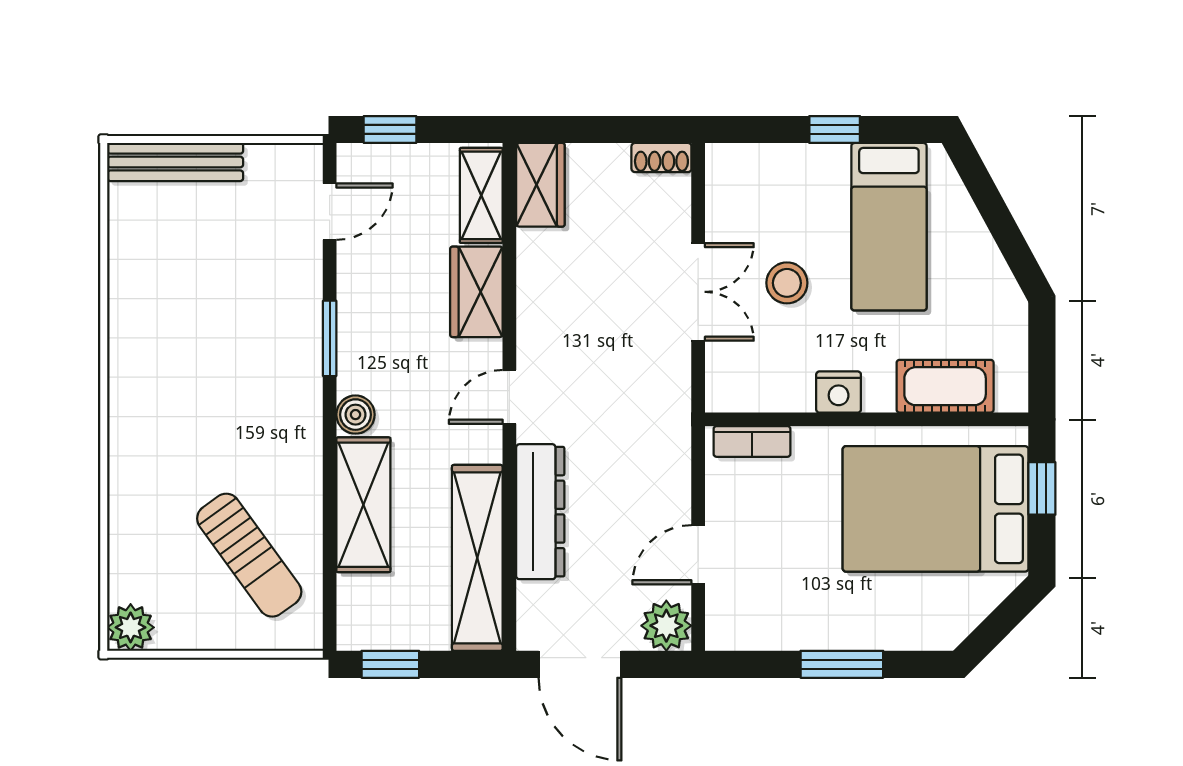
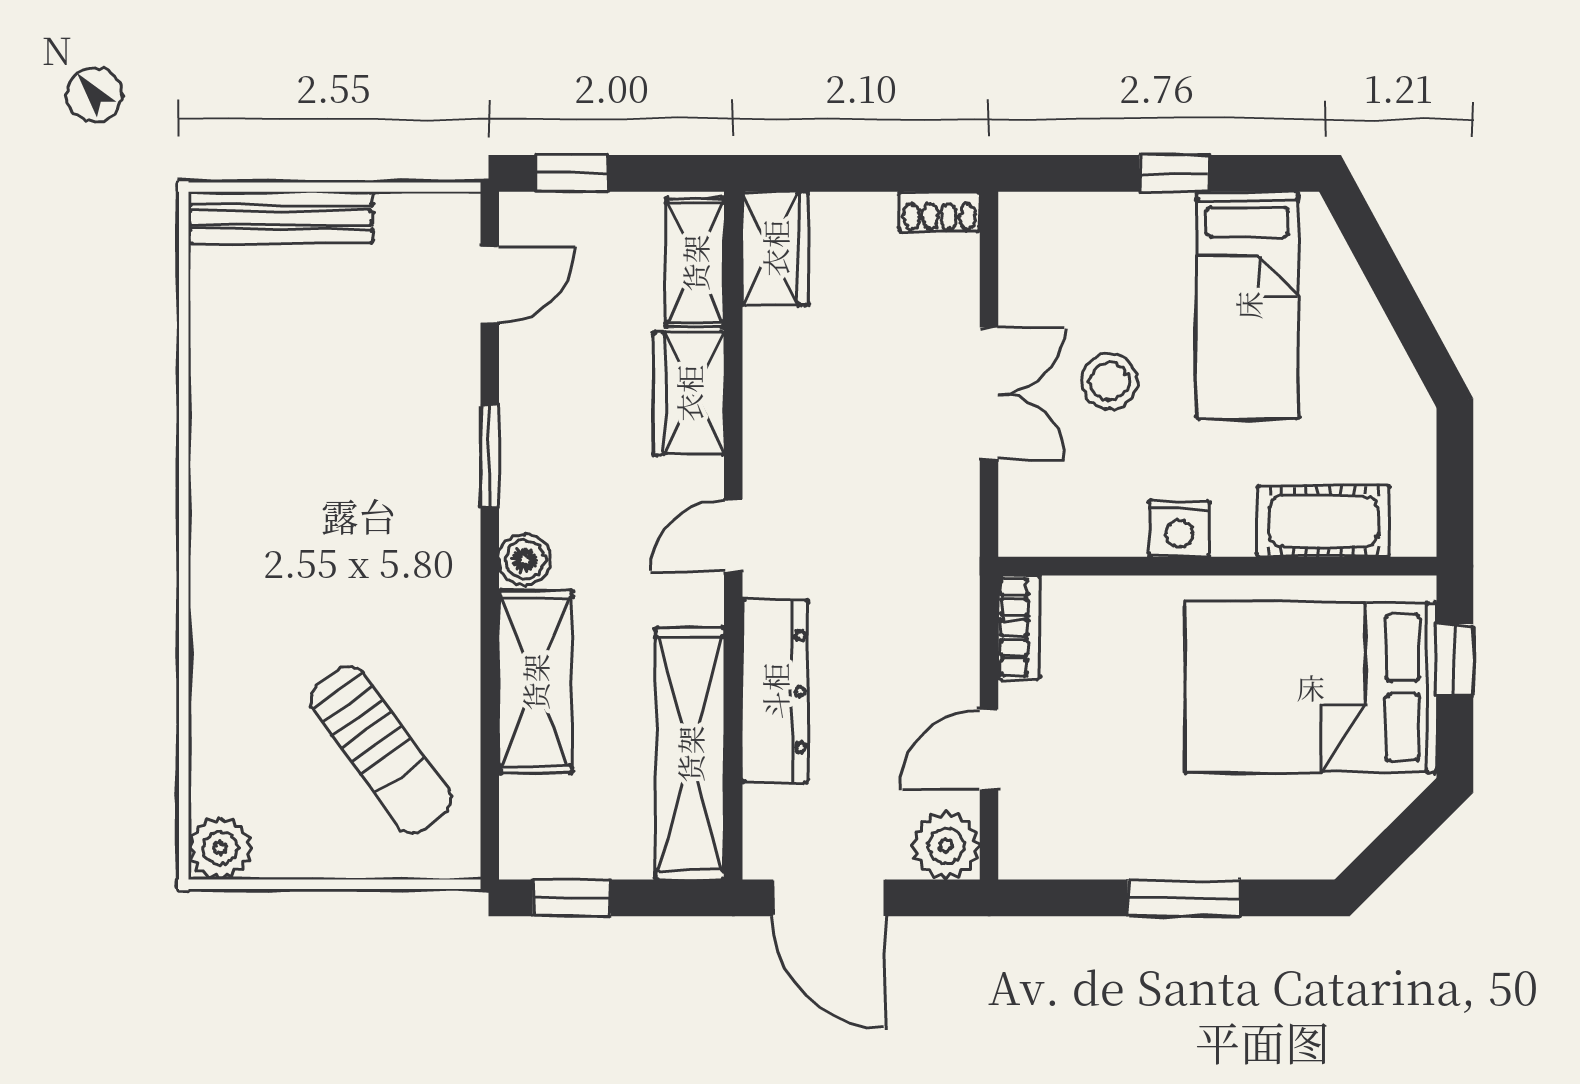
bookcase: (752, 441) -> (1019, 627), moved, turned -90

